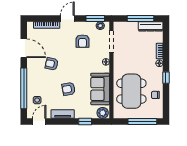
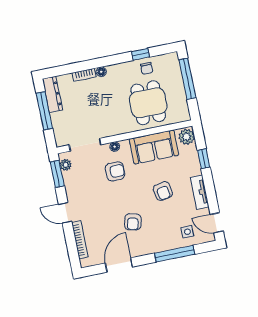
armchair: (82, 41) -> (115, 171), moved
window: (166, 78) -> (140, 54), moved
window: (24, 88) -> (175, 254), width x0.68
dining table: (131, 91) -> (148, 103), width x0.73

